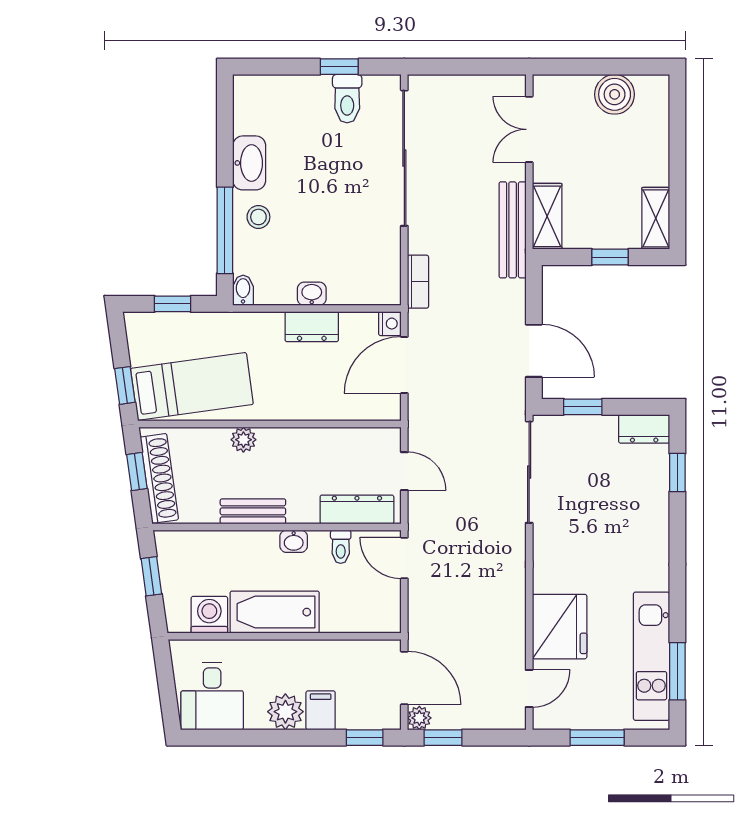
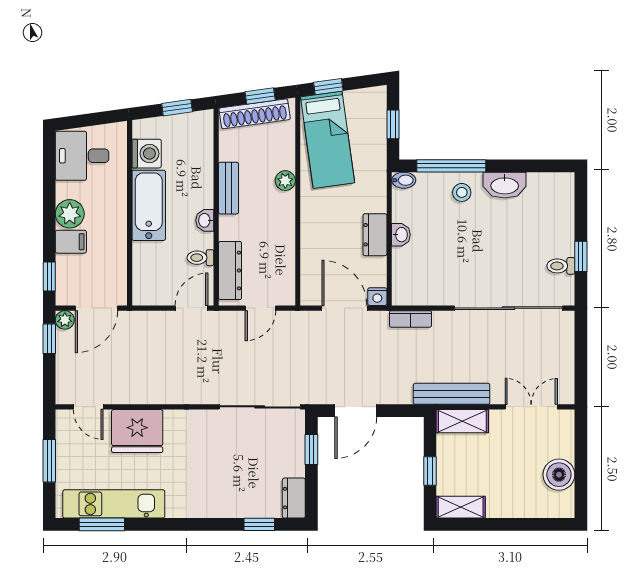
toilet: (347, 99) -> (561, 266), width x0.73, depth x0.72

